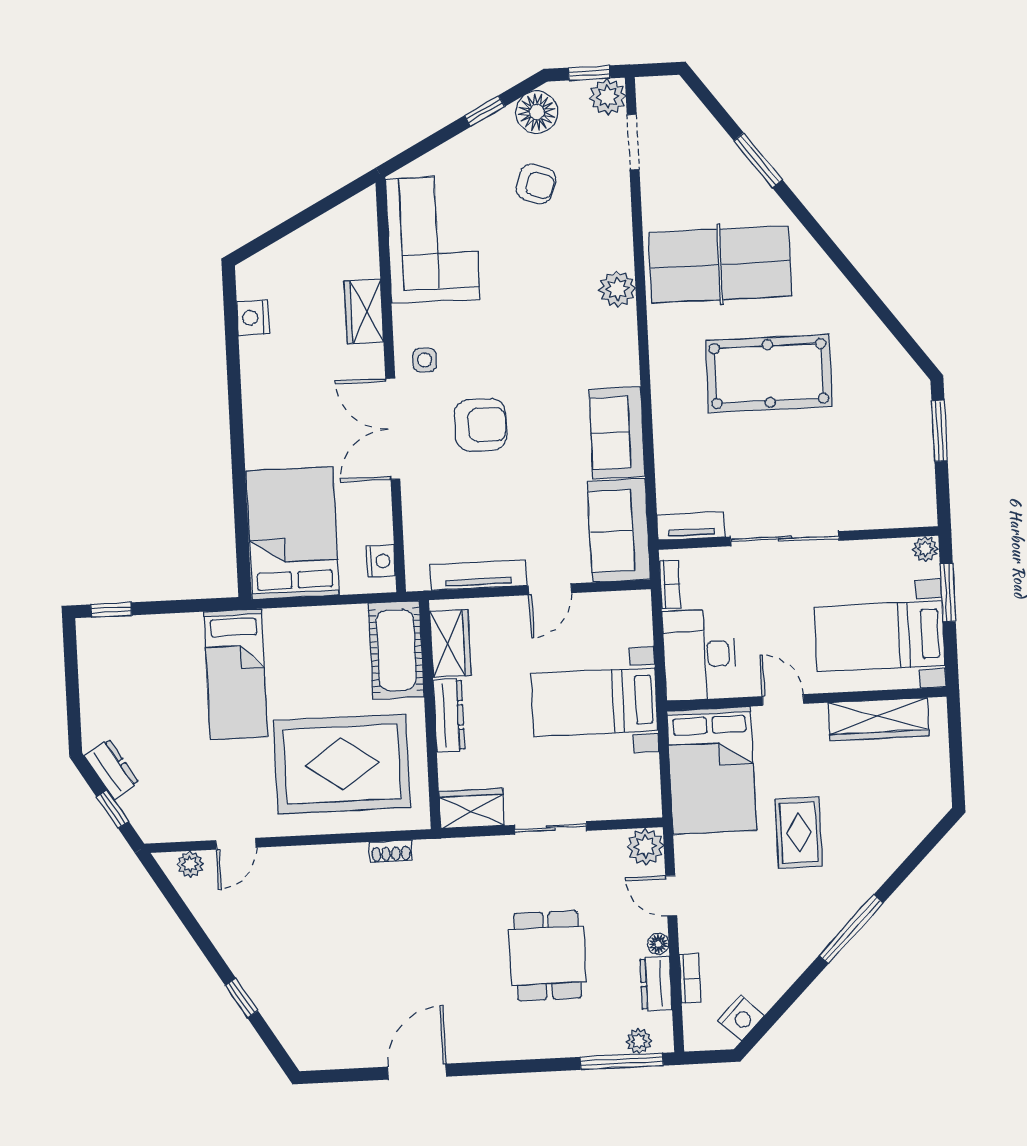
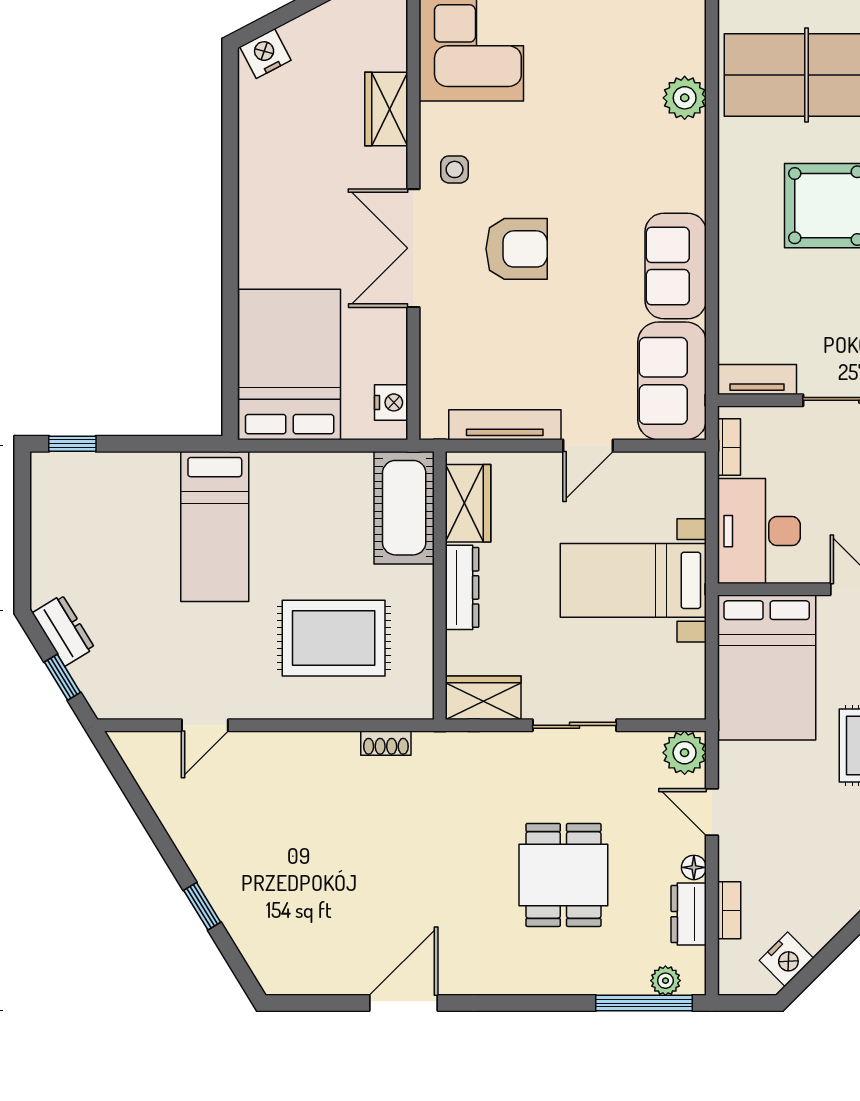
nightstand: (253, 318) -> (265, 54), moved, turned 62
rug: (342, 764) -> (334, 638), width x0.73, depth x0.69
plant: (190, 864) -> (150, 746), removed

